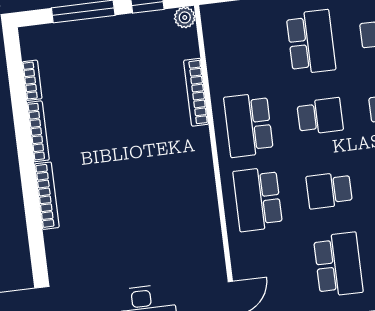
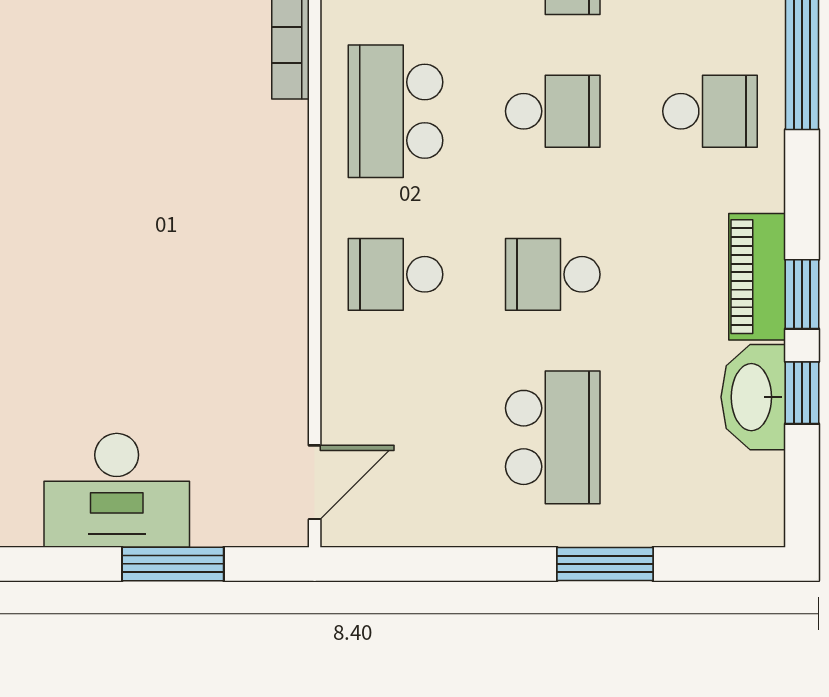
school desk: (258, 199) -> (396, 274), width x0.54

